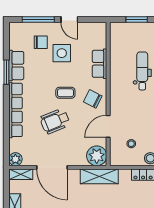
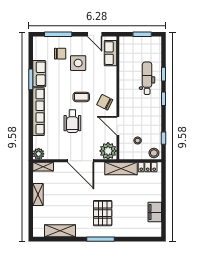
door: (69, 20) -> (95, 34), moved
row of seats: (100, 64) -> (110, 53), moved
wheelchair: (55, 121) -> (72, 121), turned -68
door: (108, 126) -> (118, 126), hinge flipped
door: (52, 167) -> (81, 161), moved
shelving: (99, 176) -> (121, 168), moved

